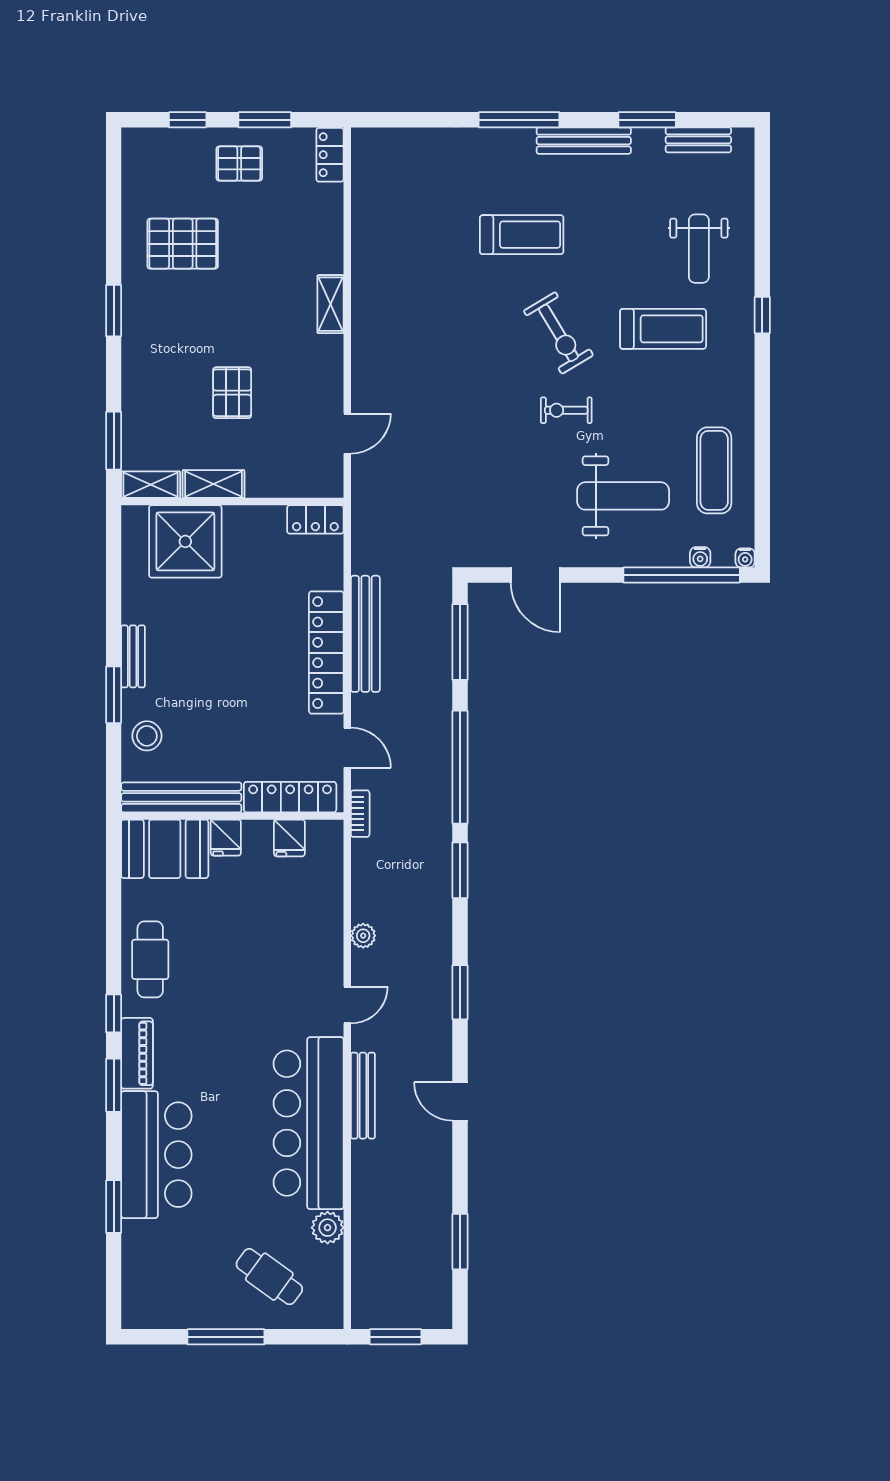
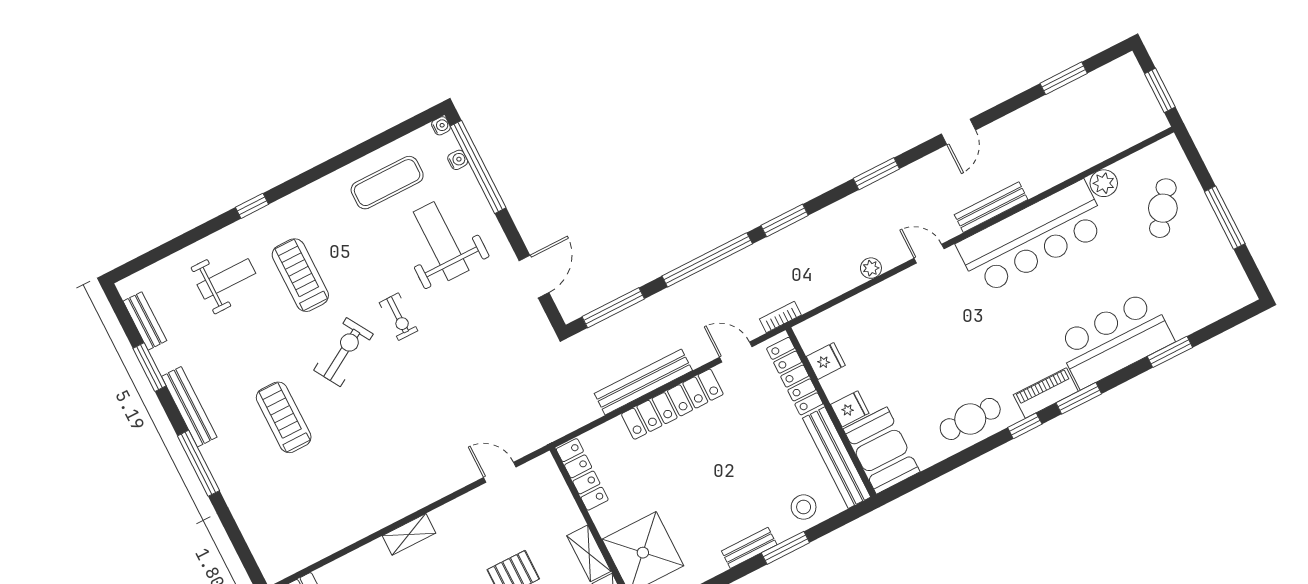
locker: (315, 519) -> (582, 474), width x1.53
door: (347, 748) -> (736, 352), hinge flipped

